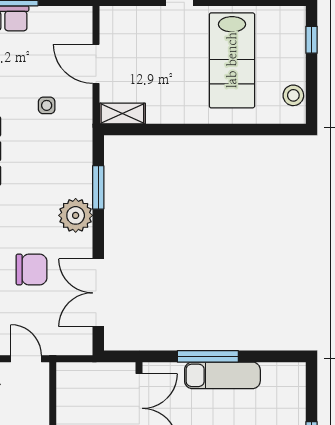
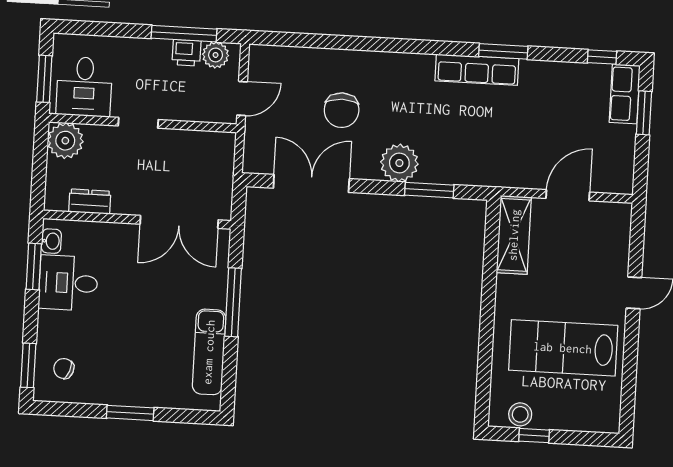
window: (311, 40) -> (534, 436), moved
side table: (47, 105) -> (524, 137), removed
shelving: (122, 113) -> (514, 235), width x1.50, depth x1.33
exam couch: (222, 375) -> (209, 352), moved

